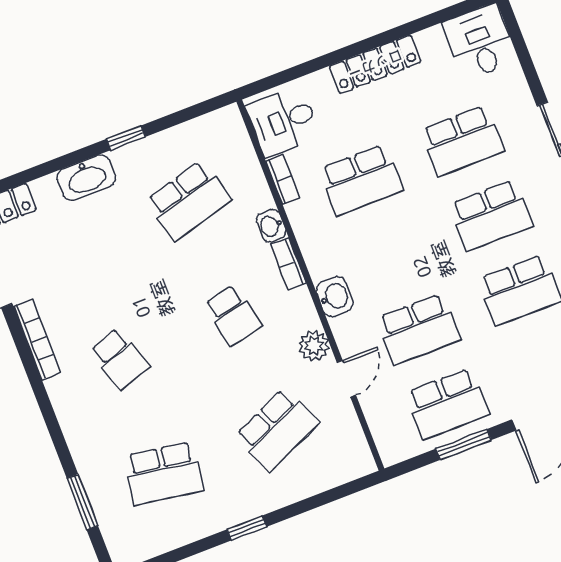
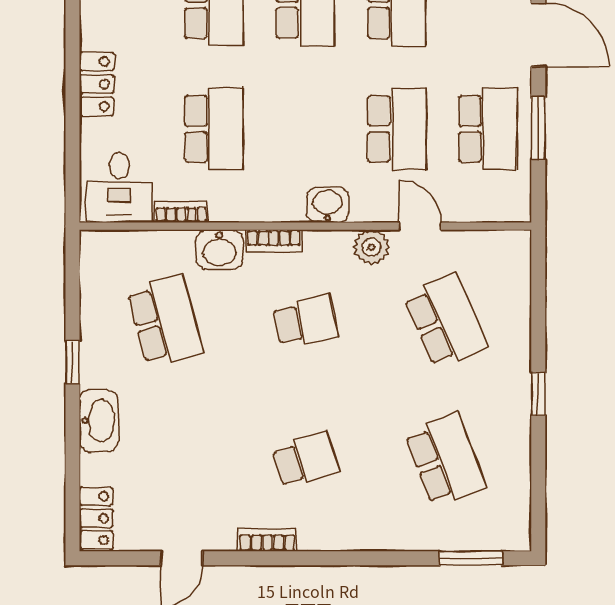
locker: (375, 64) -> (96, 84), width x0.66
washbasin: (271, 226) -> (219, 250), width x1.38, depth x1.45
bookcase: (37, 340) -> (267, 540), width x0.64
school desk: (164, 473) -> (446, 460), turned -30
window: (82, 502) -> (471, 558), moved

